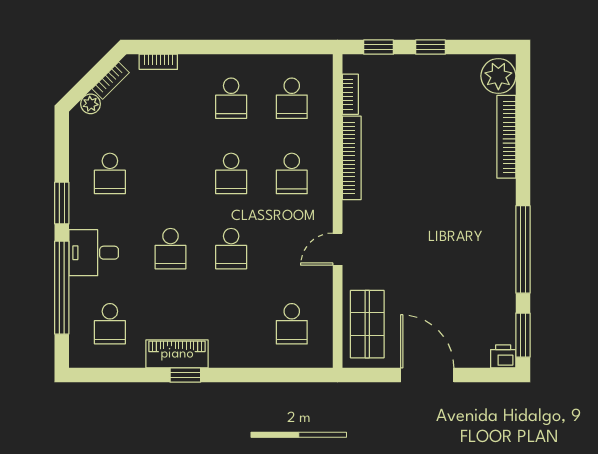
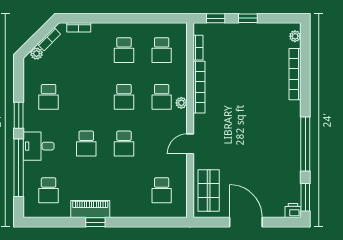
plant: (498, 76) -> (295, 36), width x0.53, depth x0.53
plant: (323, 183) -> (181, 103), added

